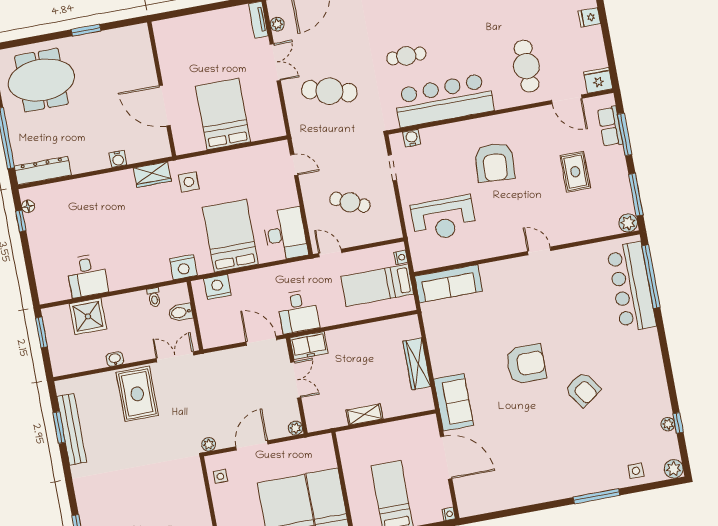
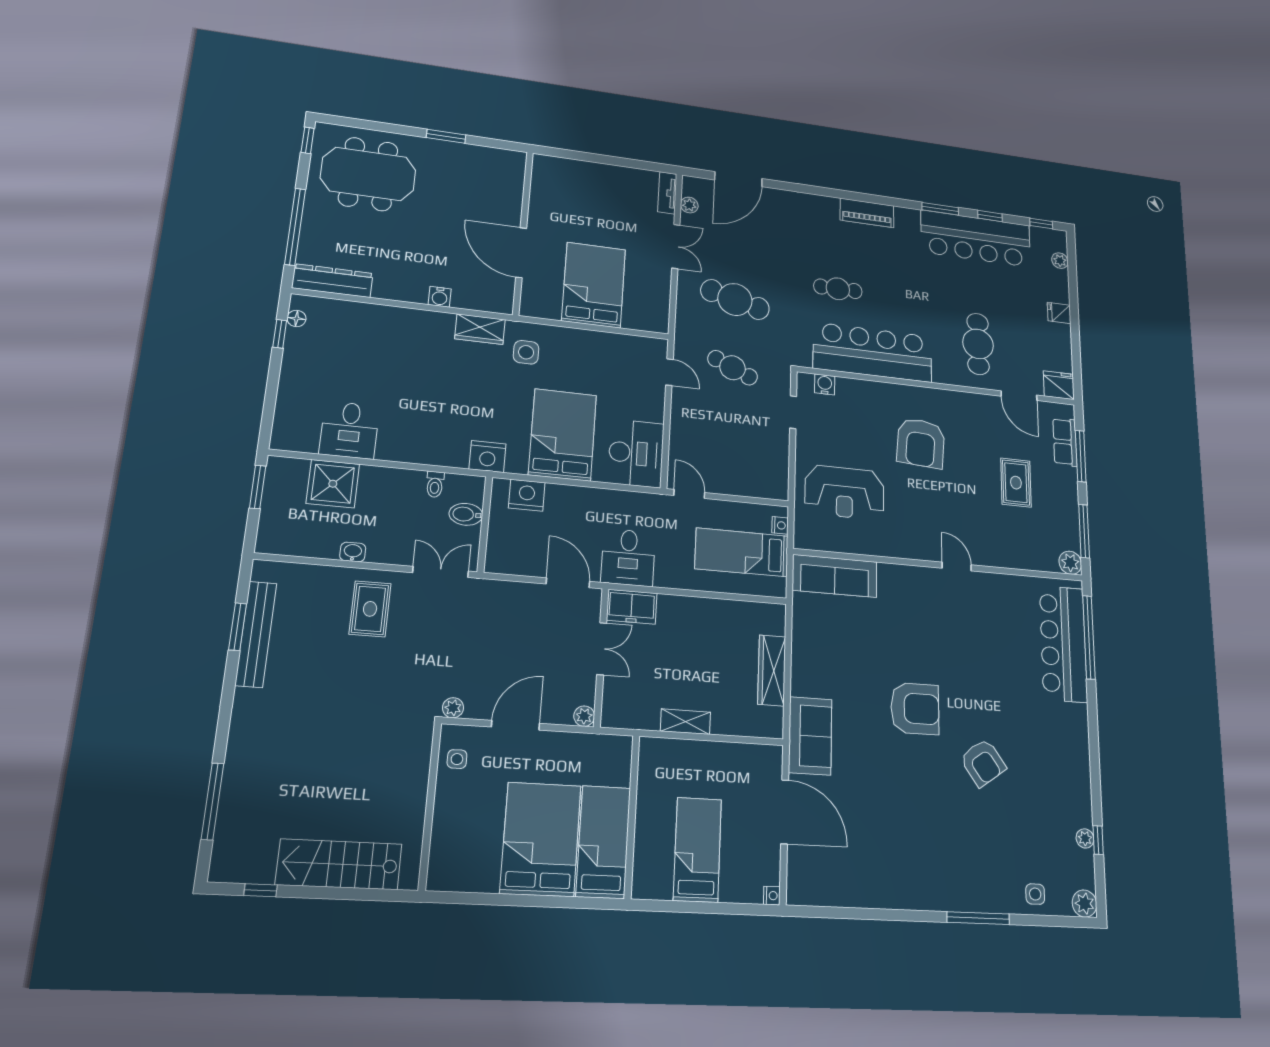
cafe table: (350, 202) -> (733, 368), moved
rug: (137, 394) -> (370, 609), width x0.73, depth x0.70

